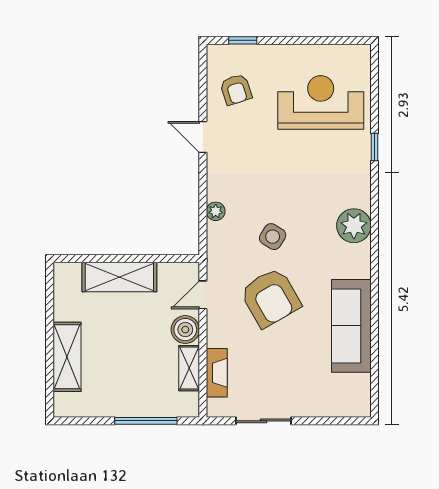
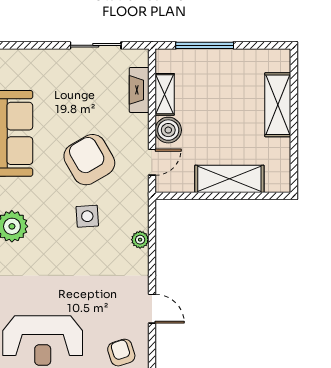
side table: (273, 237) -> (87, 216), turned -36

